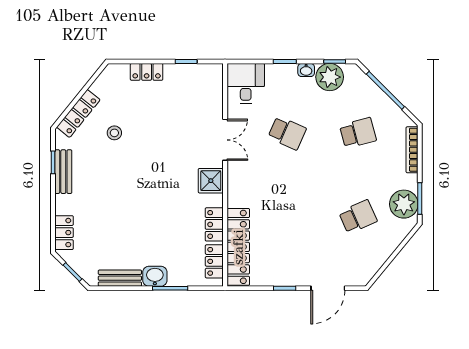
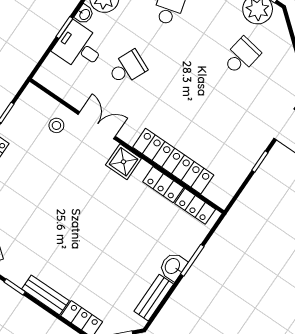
desk: (246, 83) -> (79, 47), moved
stool: (114, 133) -> (56, 125), moved
bench: (63, 172) -> (45, 295), moved
school desk: (358, 217) -> (241, 56), turned 33
locker: (238, 247) -> (173, 161), moved

